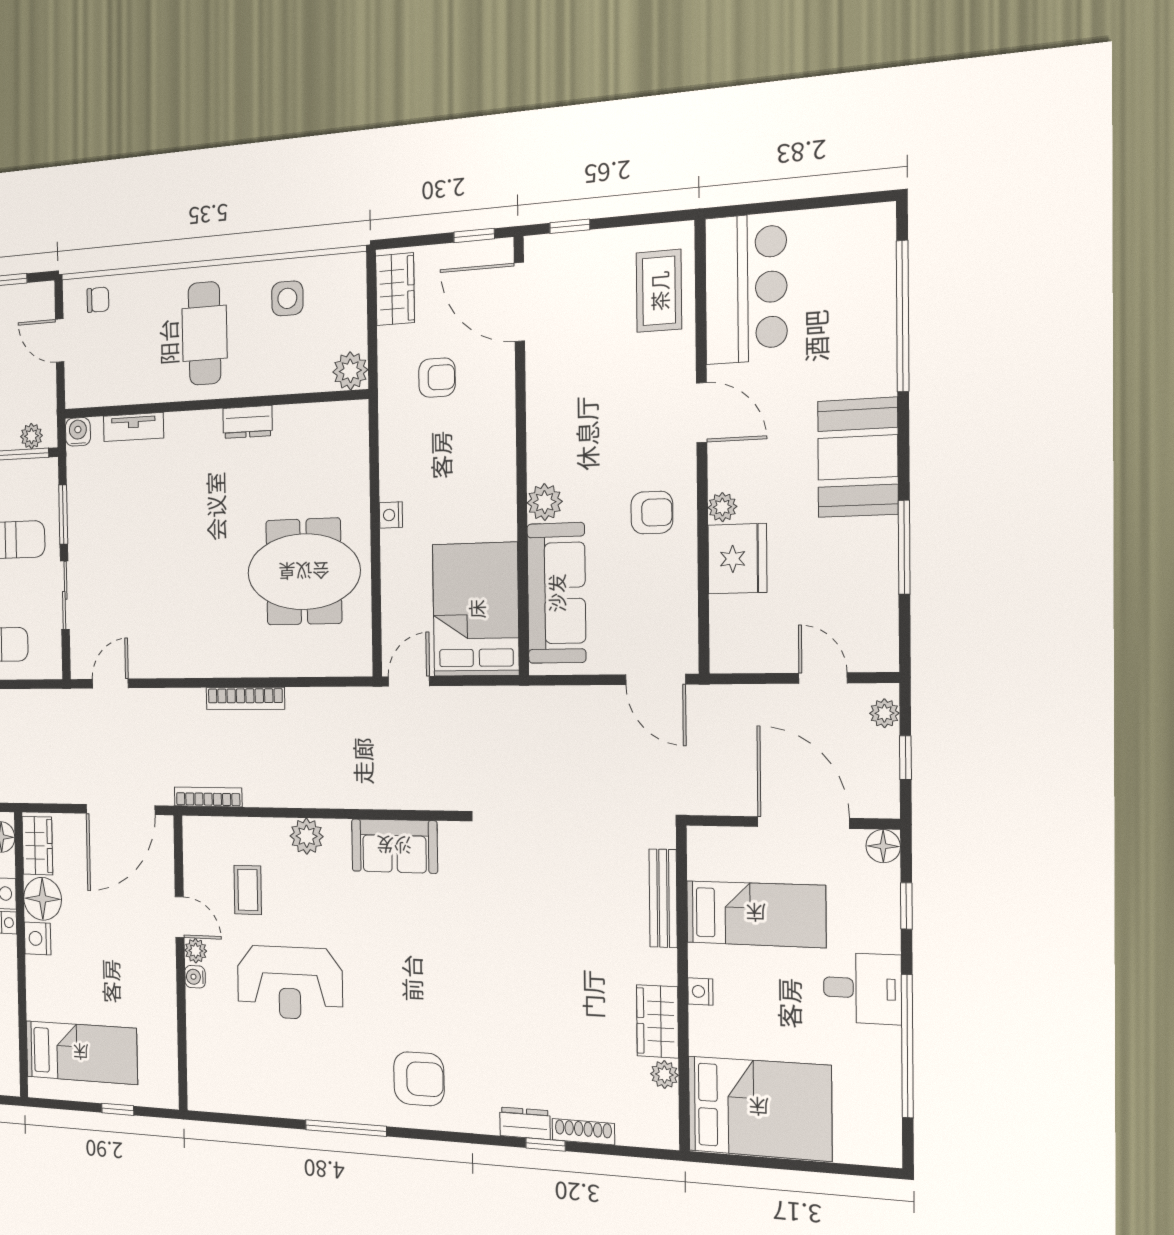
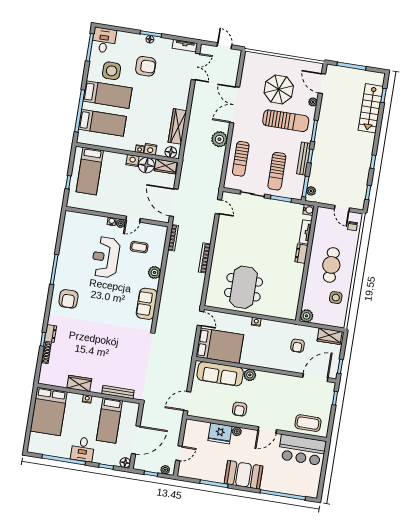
cafe table: (205, 333) -> (331, 265), turned 90
door: (60, 340) -> (342, 208), swing flipped
dresser: (248, 422) -> (301, 254), moved
plant: (664, 1074) -> (62, 383), removed

